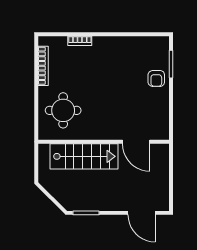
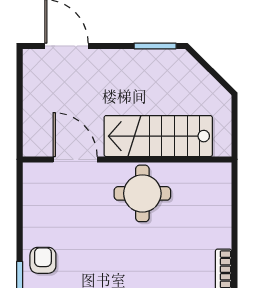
round table: (63, 110) -> (142, 193), moved

